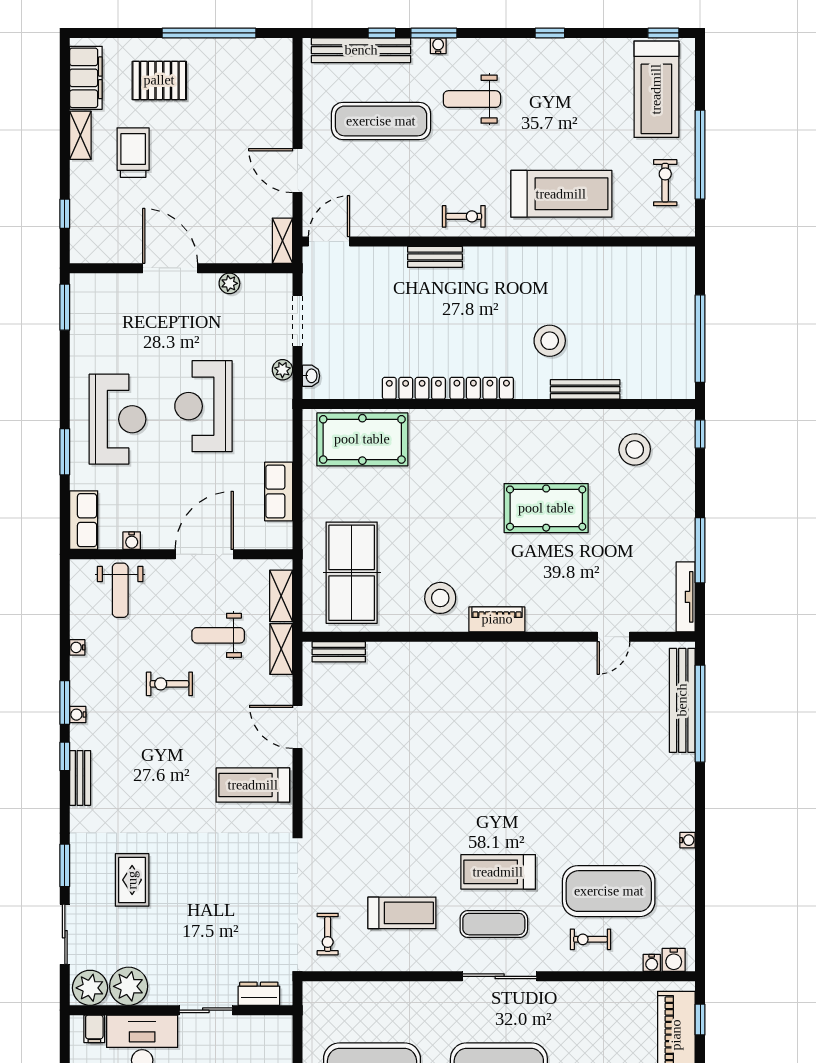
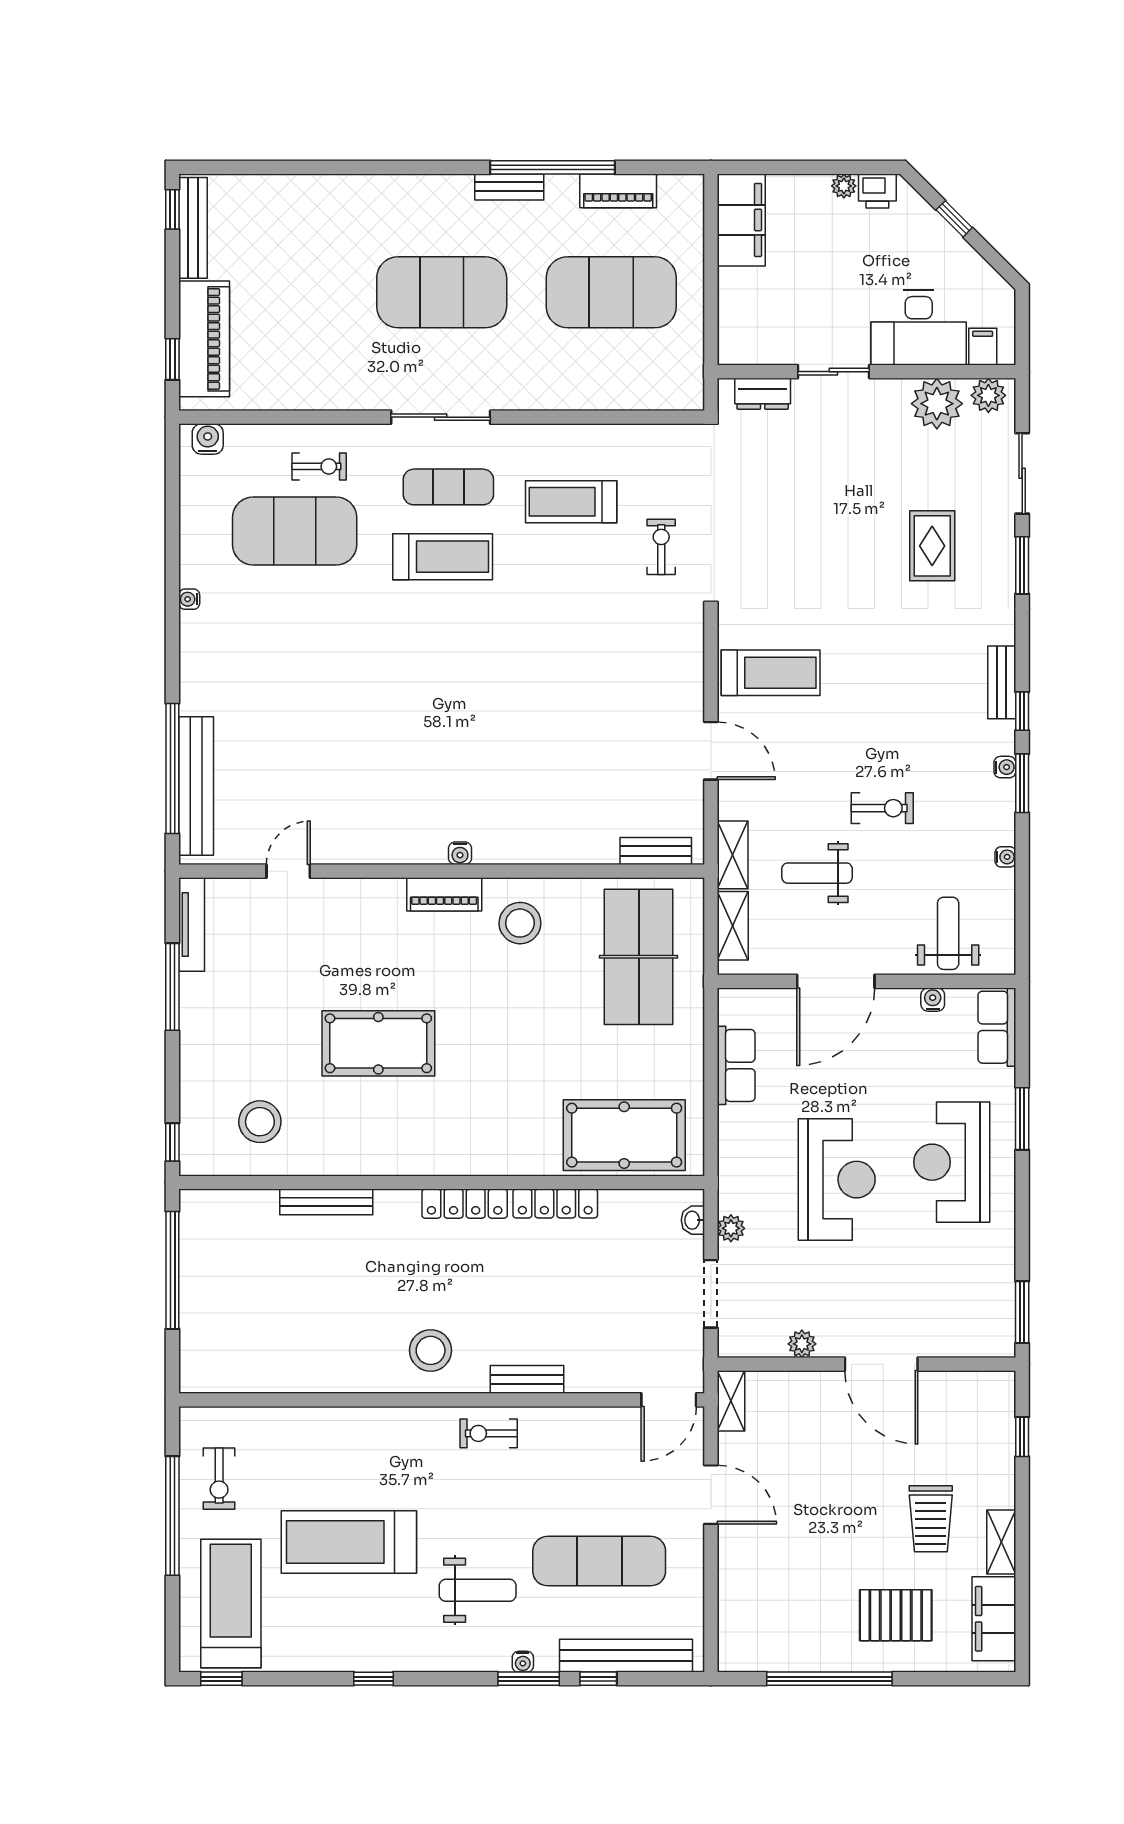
treadmill: (561, 194) -> (349, 1542), moved
stool: (550, 341) -> (431, 1350), moved
weight bench: (218, 635) -> (817, 873), turned 180
exercise bike: (328, 934) -> (661, 547), moved
water cooler: (652, 963) -> (460, 853), moved, turned 180
plant: (90, 988) -> (988, 395), width x0.73, depth x0.73

